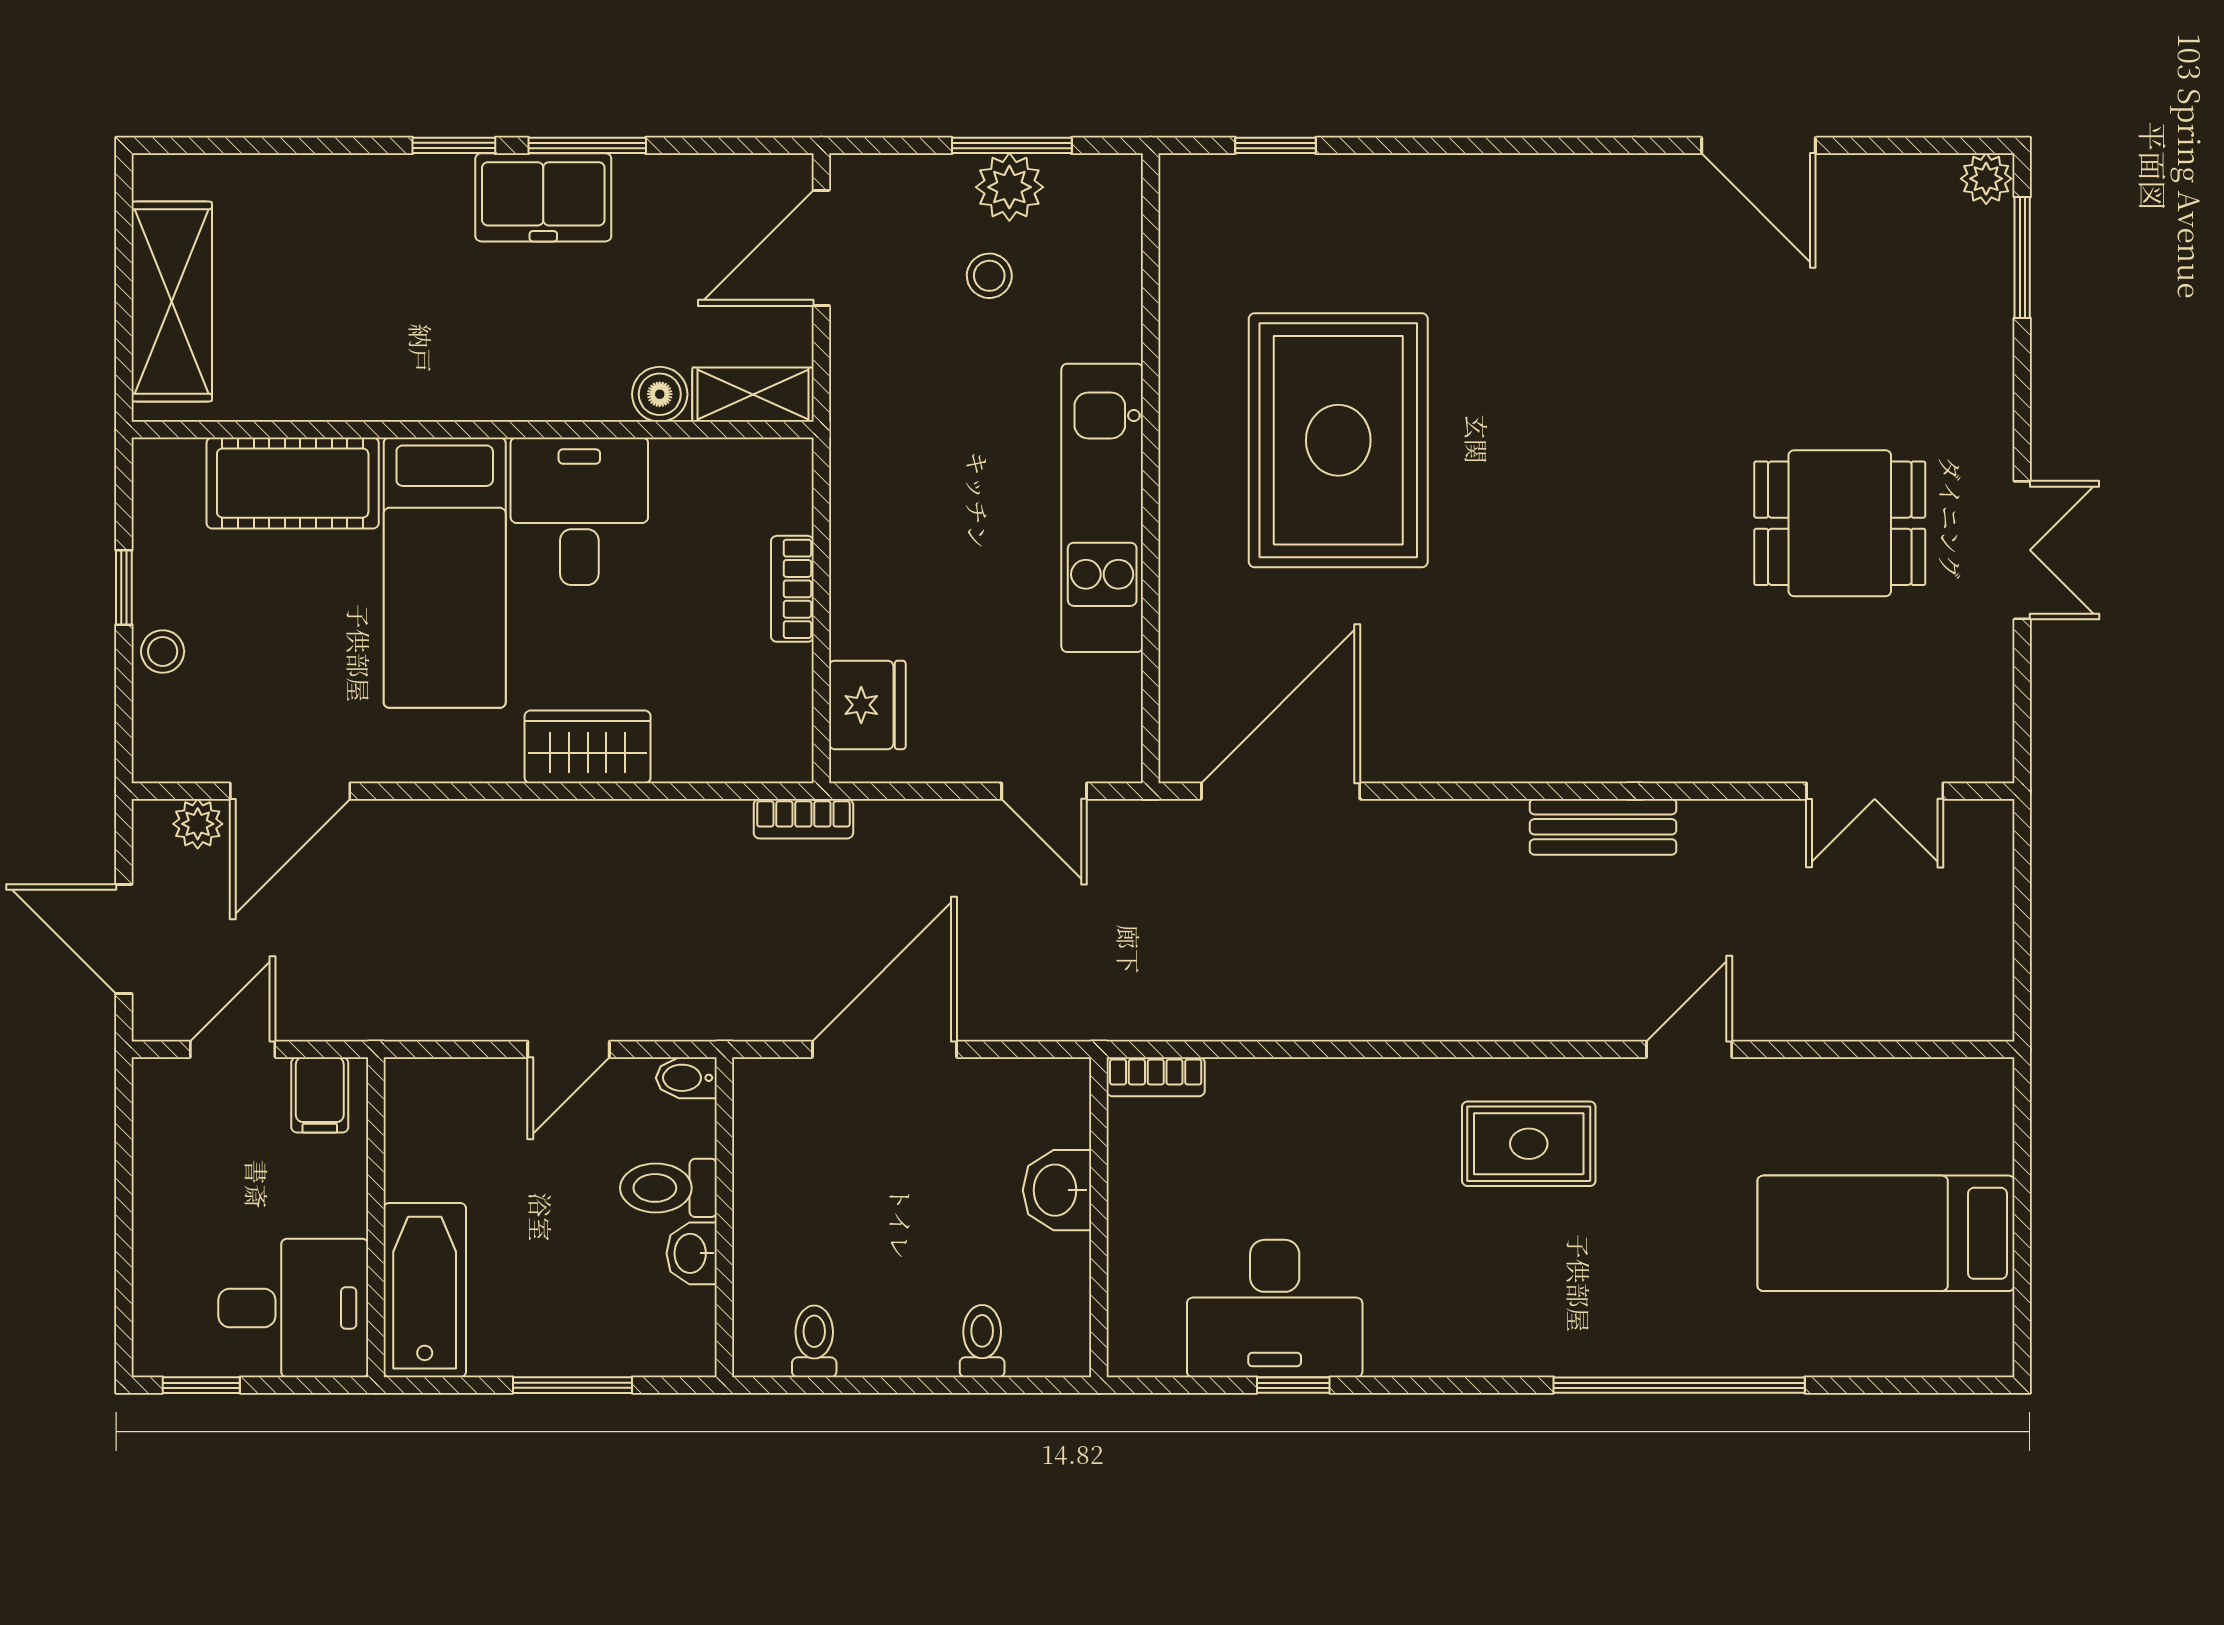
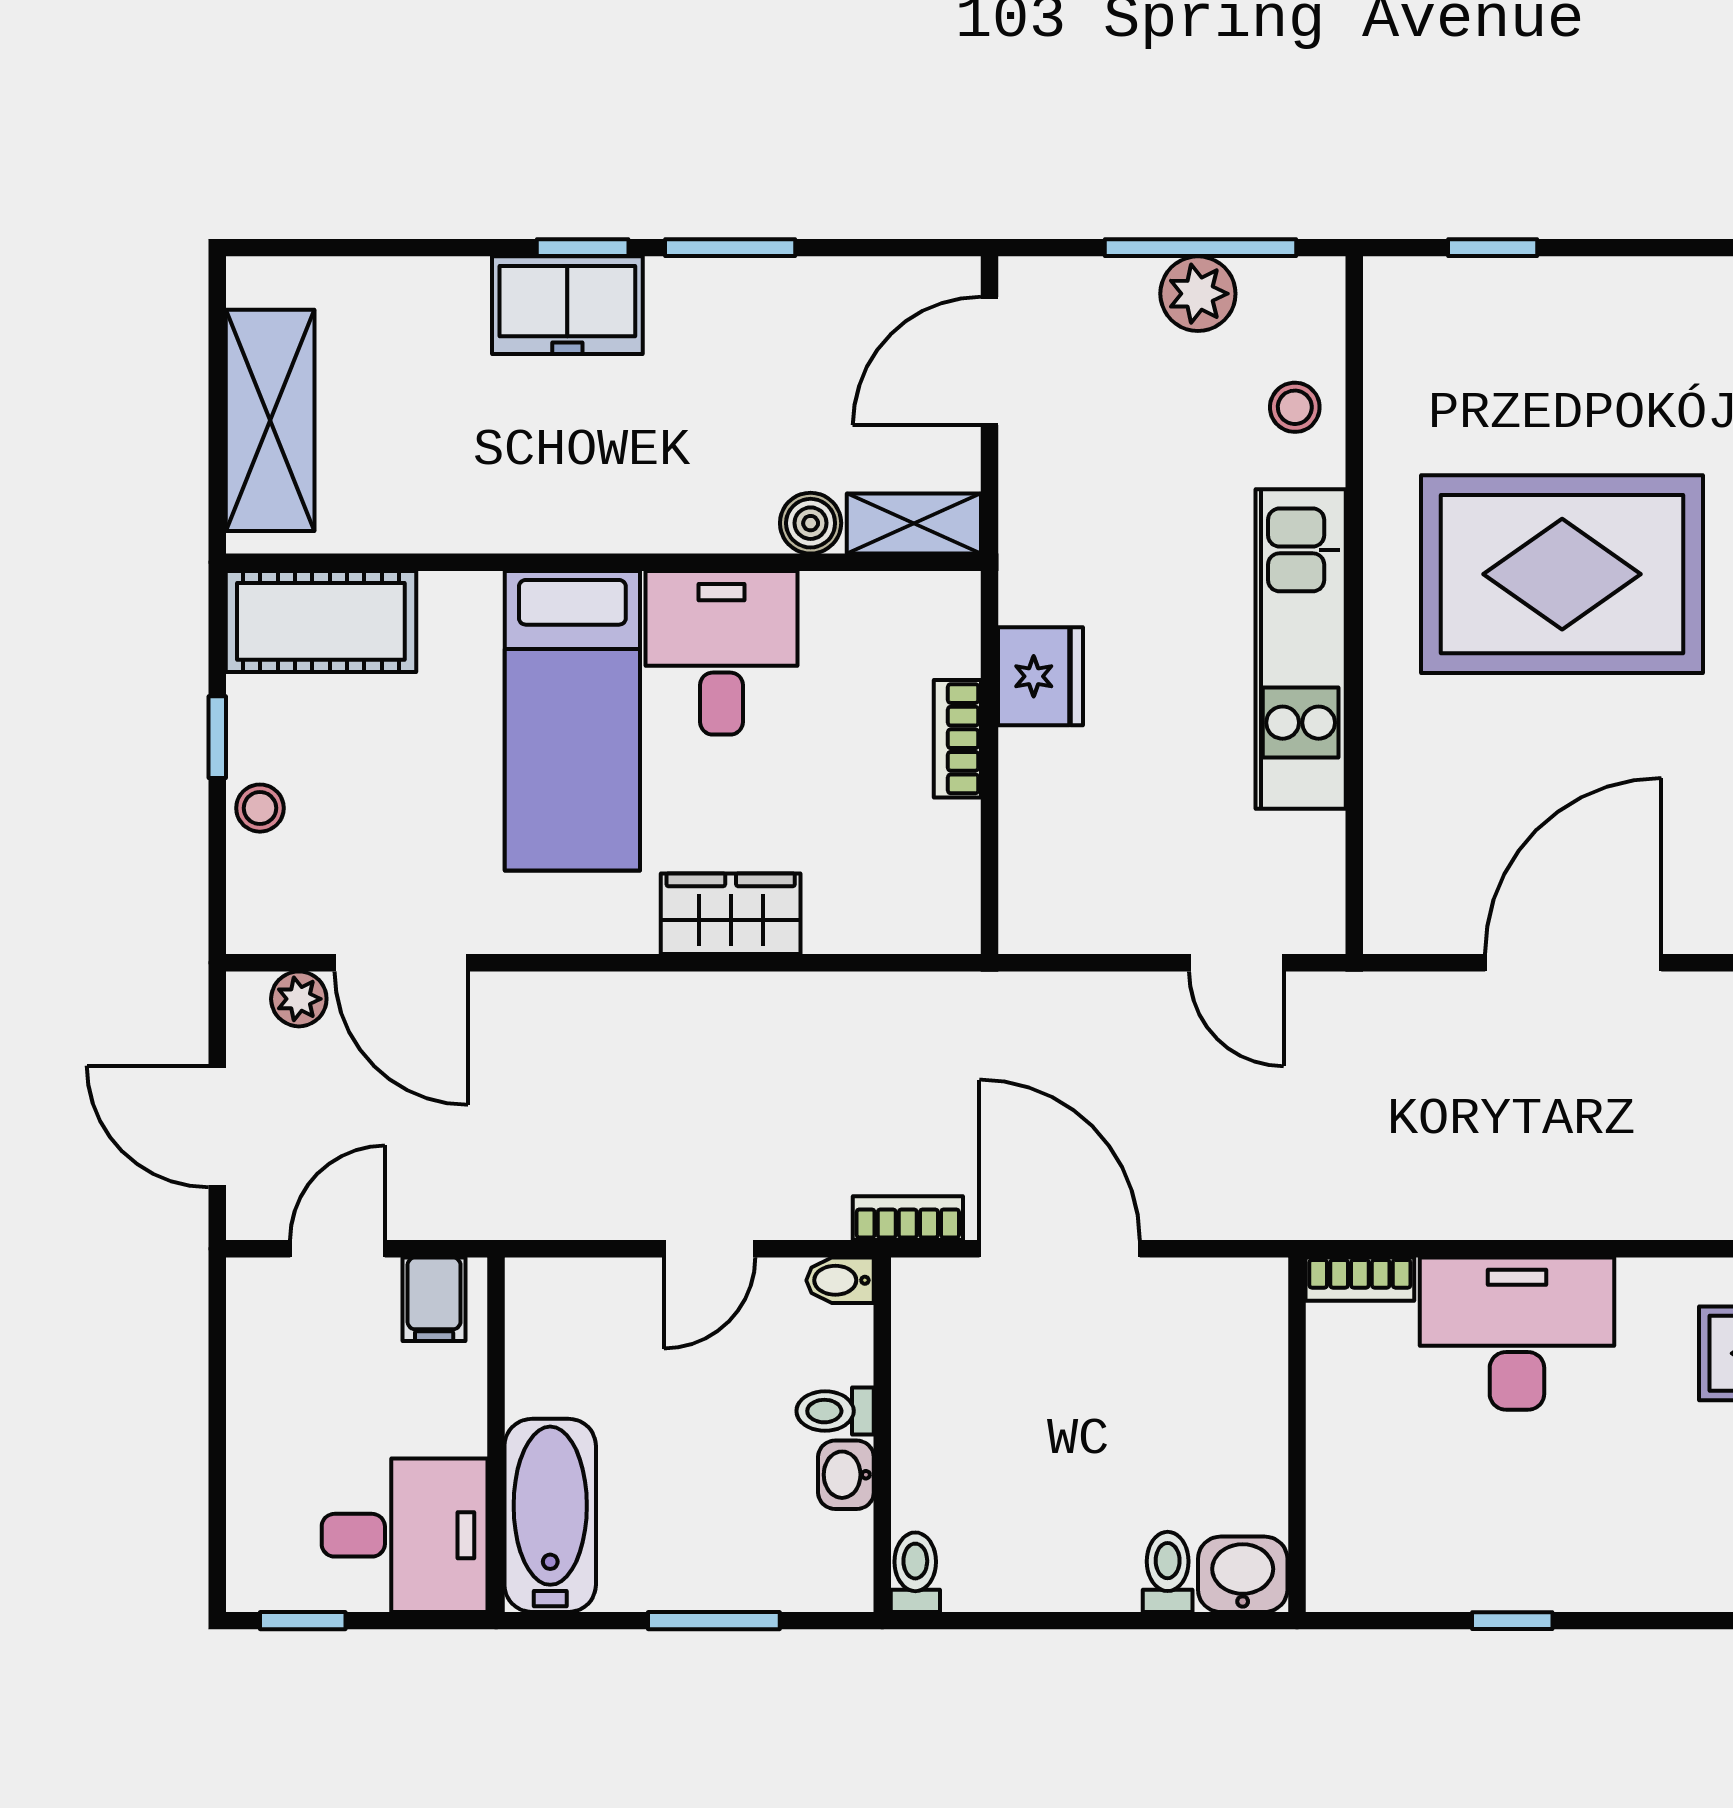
window: (1012, 145) -> (1201, 248), width x1.44
freezer: (543, 197) -> (567, 305), moved
stool: (989, 276) -> (1295, 407), moved
rug: (1338, 440) -> (1562, 574), turned 90
cot: (293, 483) -> (321, 621), moved
fridge: (867, 705) -> (1040, 676), moved
door: (290, 791) -> (401, 963), hinge flipped
door: (1281, 791) -> (1573, 963), moved
bookcase: (803, 819) -> (908, 1218), moved, turned 180
door: (885, 1049) -> (1060, 1249), hinge flipped
toilet: (668, 1188) -> (835, 1411), width x0.73, depth x0.72
washbasin: (1057, 1190) -> (1243, 1574), moved, turned 90
desk: (1275, 1309) -> (1517, 1334), moved, turned 180
toilet: (814, 1341) -> (915, 1572), moved

